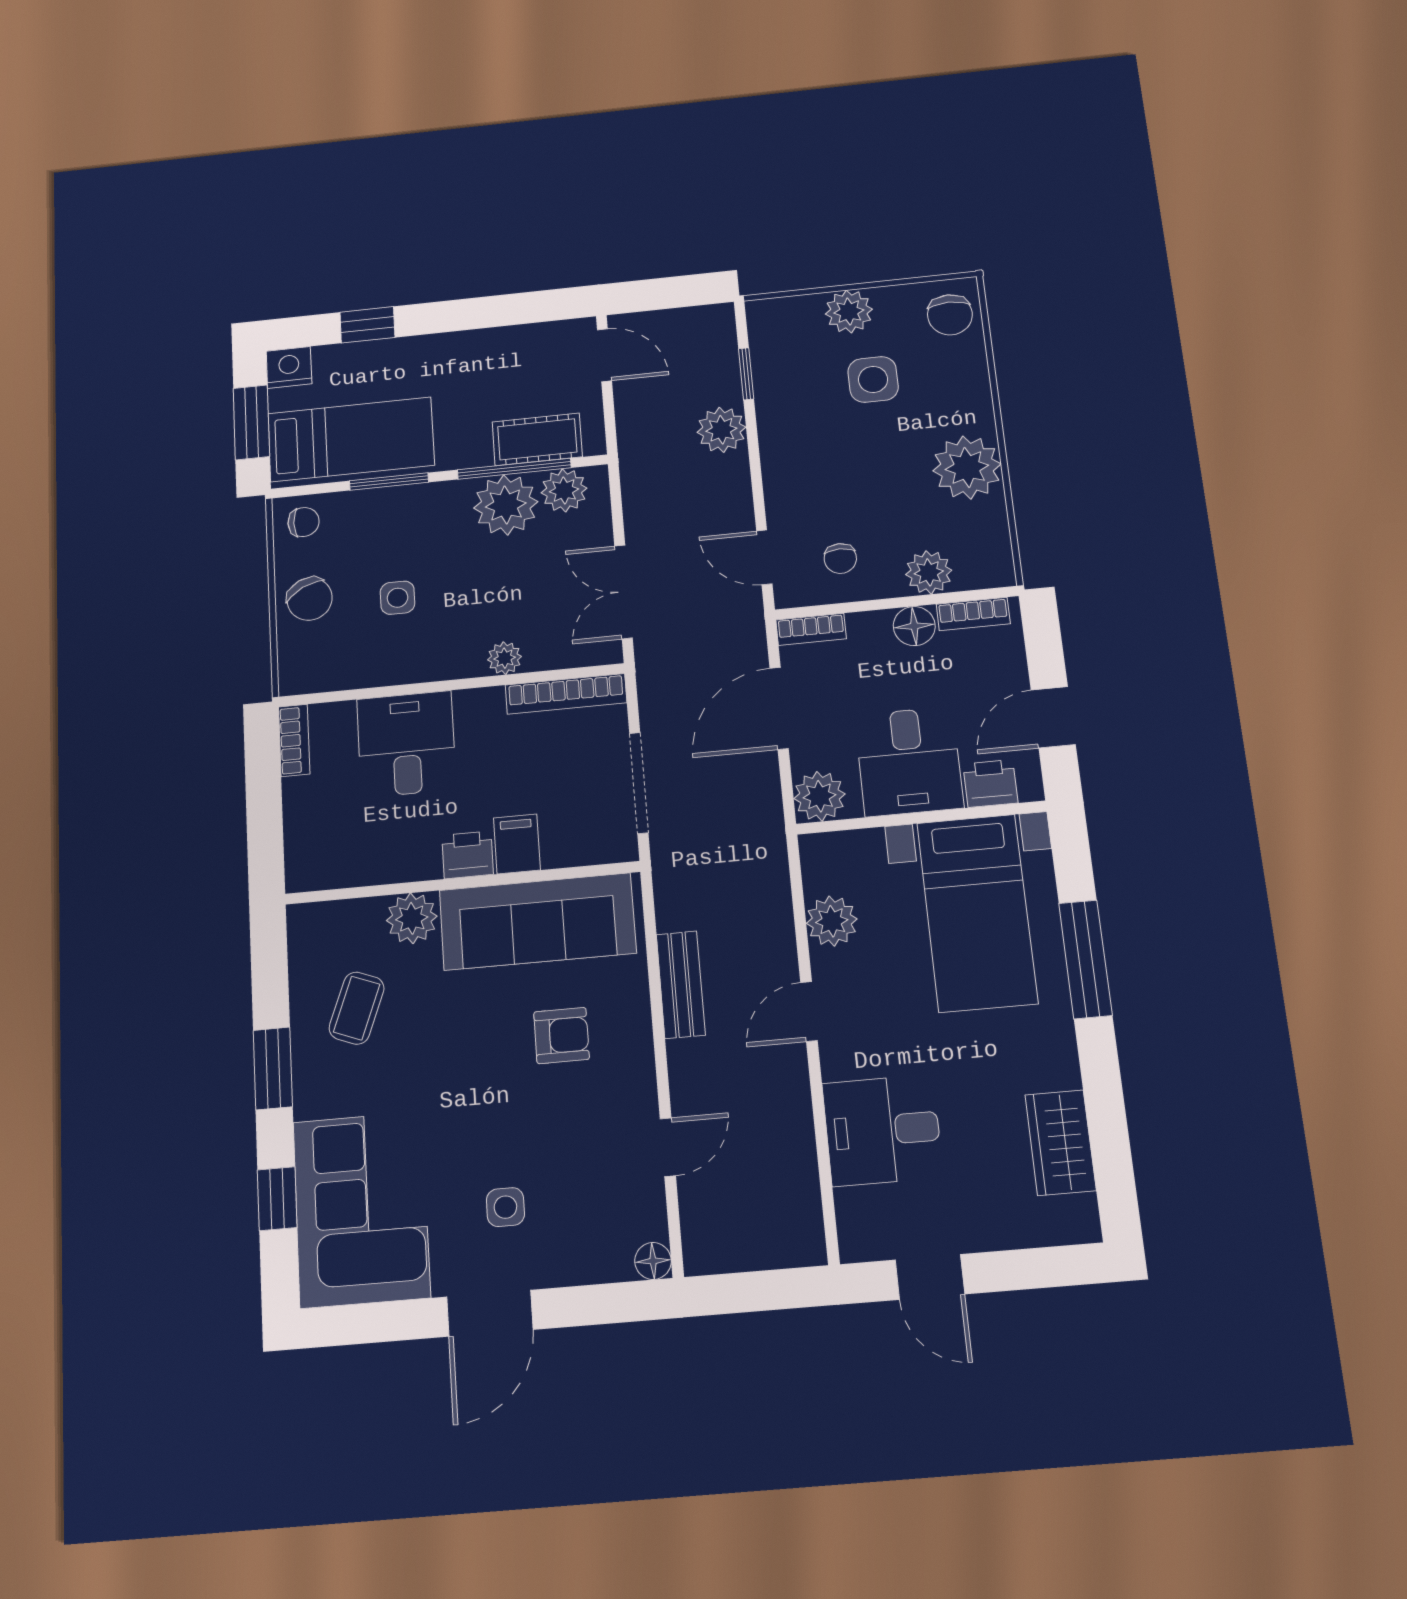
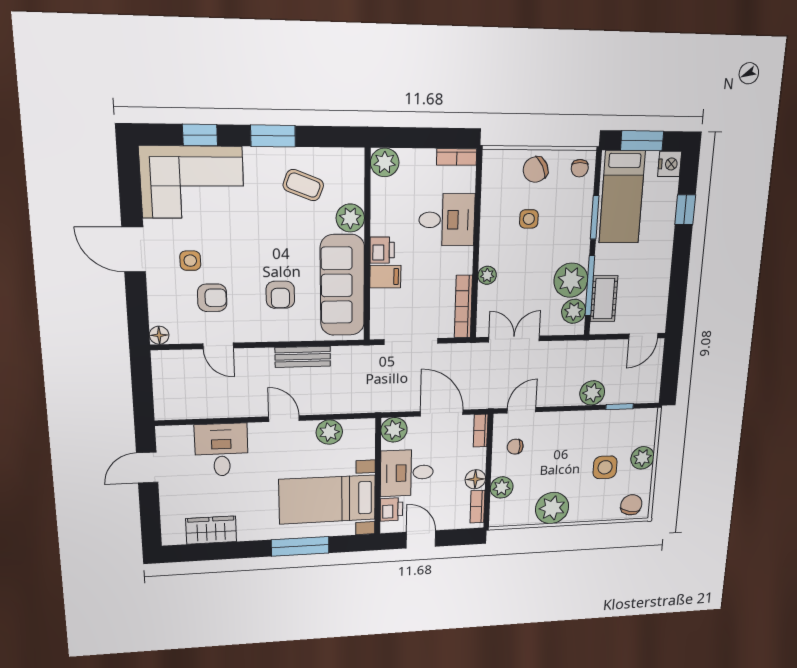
chair: (950, 315) -> (631, 505), turned 101
plant: (310, 866) -> (385, 162), added
armchair: (574, 1163) -> (212, 298), added

